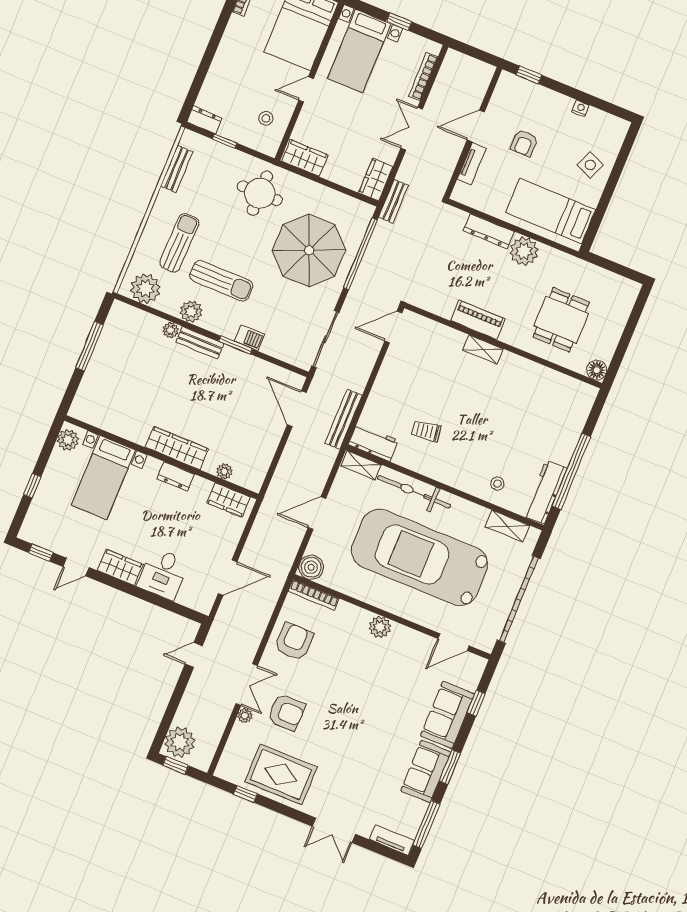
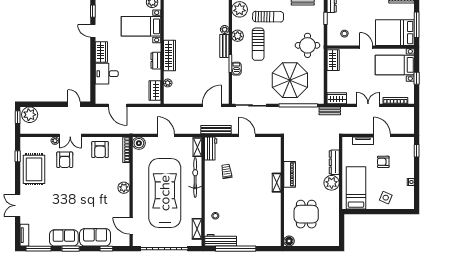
dining table: (561, 320) -> (306, 214), turned 90
door: (393, 327) -> (247, 135), moved
armchair: (294, 642) -> (100, 150), turned 90

